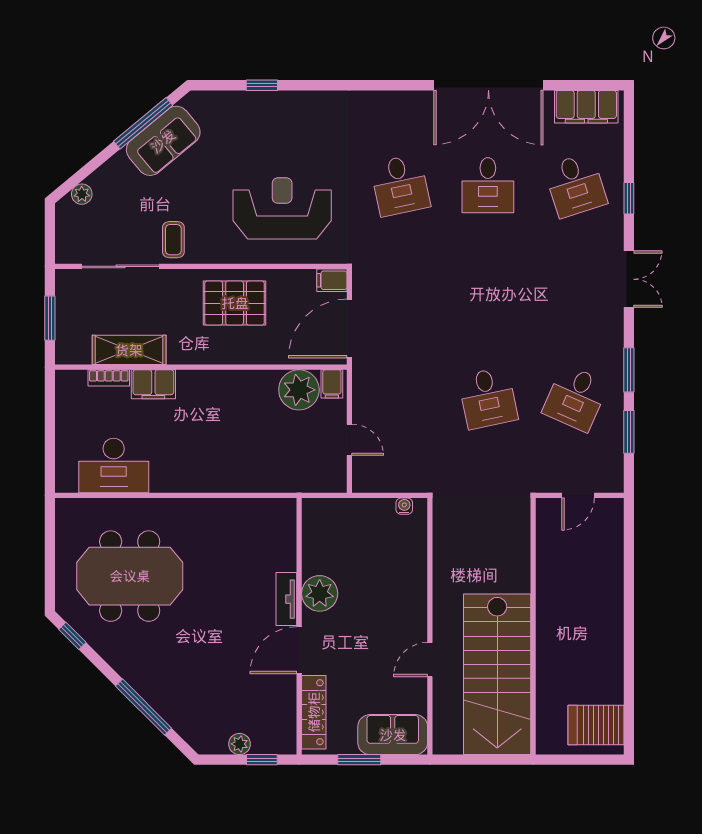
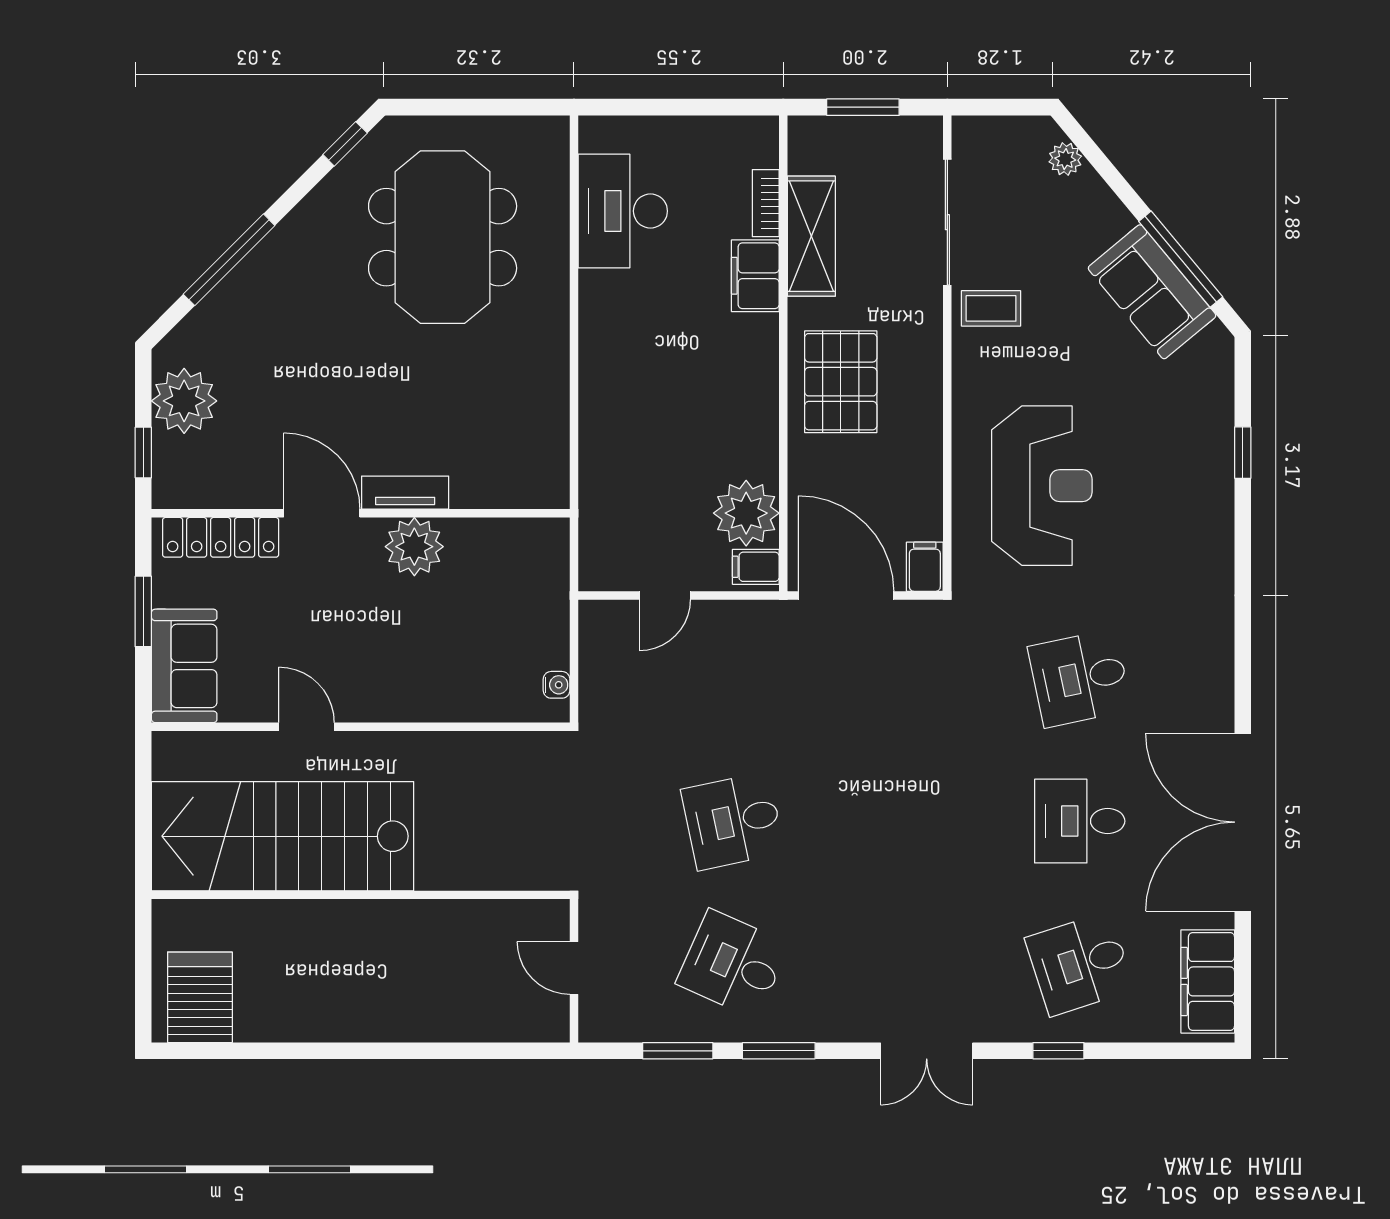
pallet: (235, 303) -> (841, 382), moved
plant: (239, 744) -> (184, 401), width x1.87, depth x1.87

